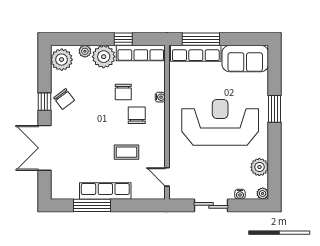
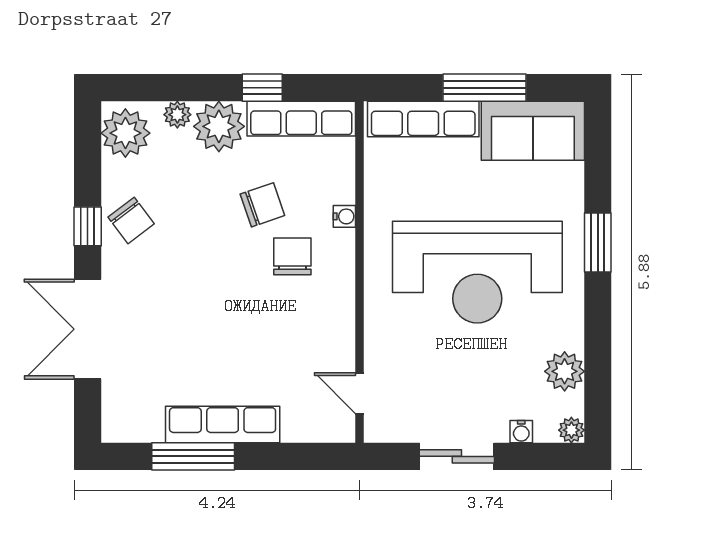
window: (201, 39) -> (484, 88), moved
chair: (123, 92) -> (262, 205), turned -109
reception desk: (220, 122) -> (477, 272), turned 180
coffee table: (127, 152) -> (270, 338), removed

